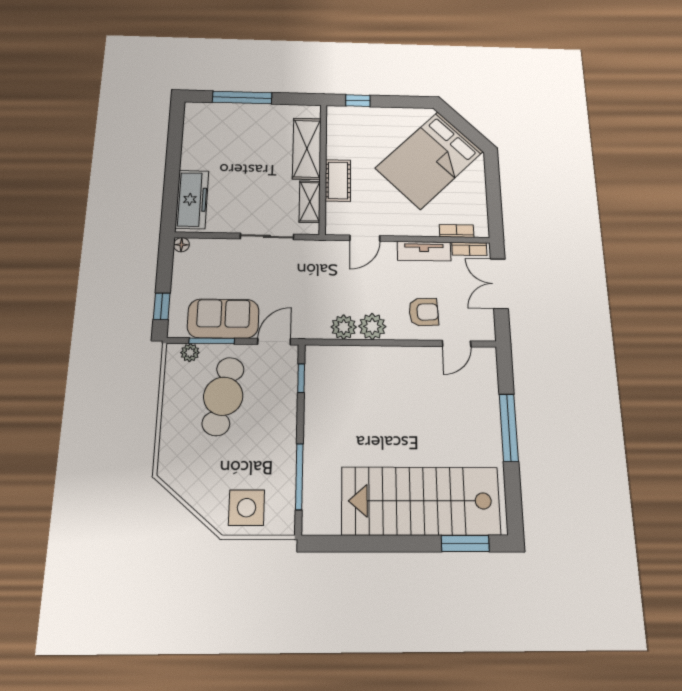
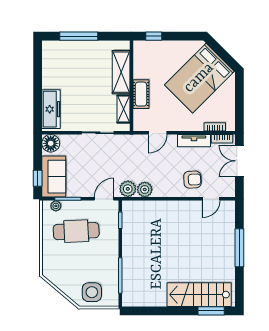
floor lamp: (181, 245) -> (51, 143), width x1.89, depth x1.89
sofa: (223, 319) -> (54, 177), moved, turned 90
plant: (372, 326) -> (128, 189), moved
cafe table: (223, 396) -> (76, 231), turned 75
stairs: (421, 501) -> (199, 295), width x0.73, depth x0.66

